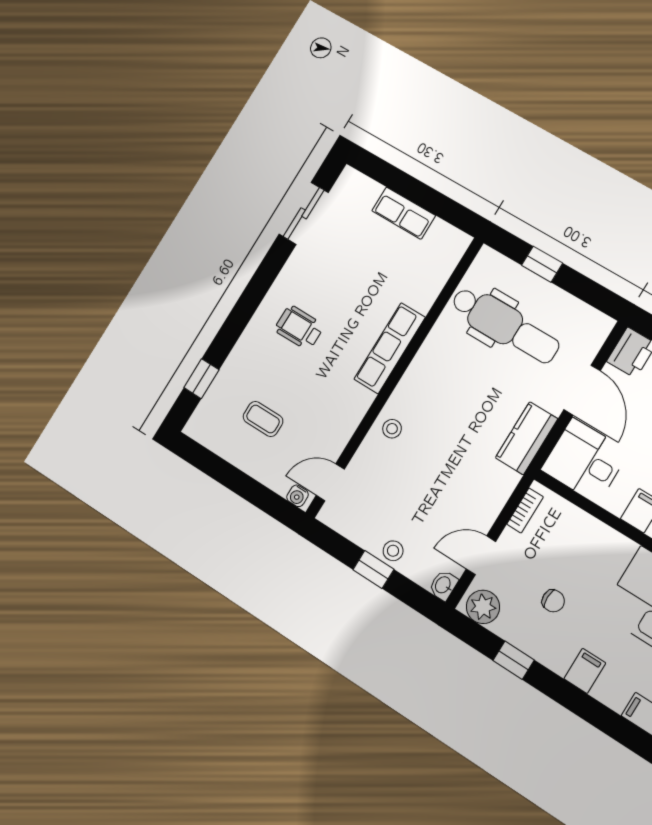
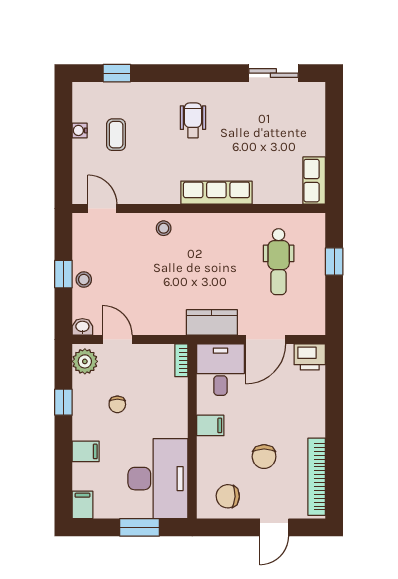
row of seats: (404, 213) -> (314, 181), moved
dental chair: (505, 325) -> (279, 262), width x0.73, depth x0.72
water cooler: (298, 496) -> (80, 130), moved
bookcase: (525, 511) -> (181, 360), moved, turned 90

